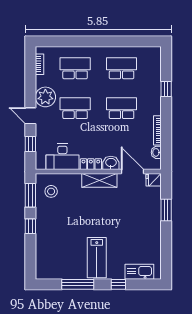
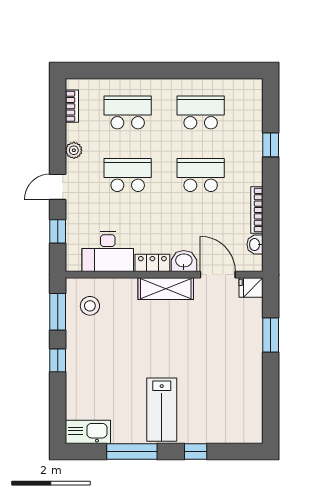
plant: (45, 97) -> (74, 150), width x0.53, depth x0.53
door: (30, 116) -> (58, 187), hinge flipped
kitchen sink: (139, 272) -> (88, 432), moved

